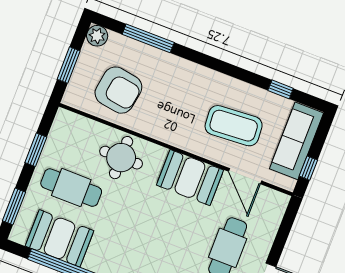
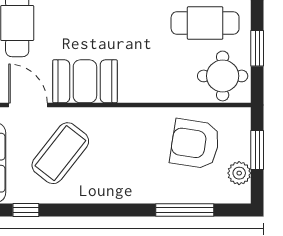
plant: (97, 36) -> (239, 173), moved
coffee table: (234, 126) -> (60, 153), turned -48
round table: (121, 158) -> (223, 76), moved

